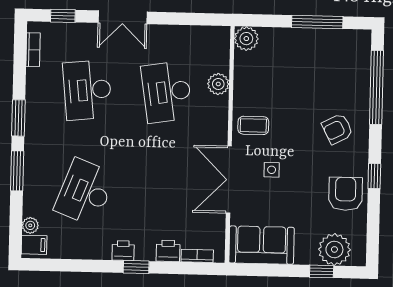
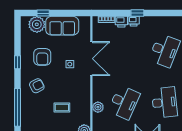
desk: (167, 92) -> (124, 102), turned 33
coffee table: (253, 125) -> (62, 108), moved
armchair: (345, 194) -> (42, 57), moved
sofa: (261, 245) -> (62, 26), moved
printer: (123, 251) -> (134, 21), moved

